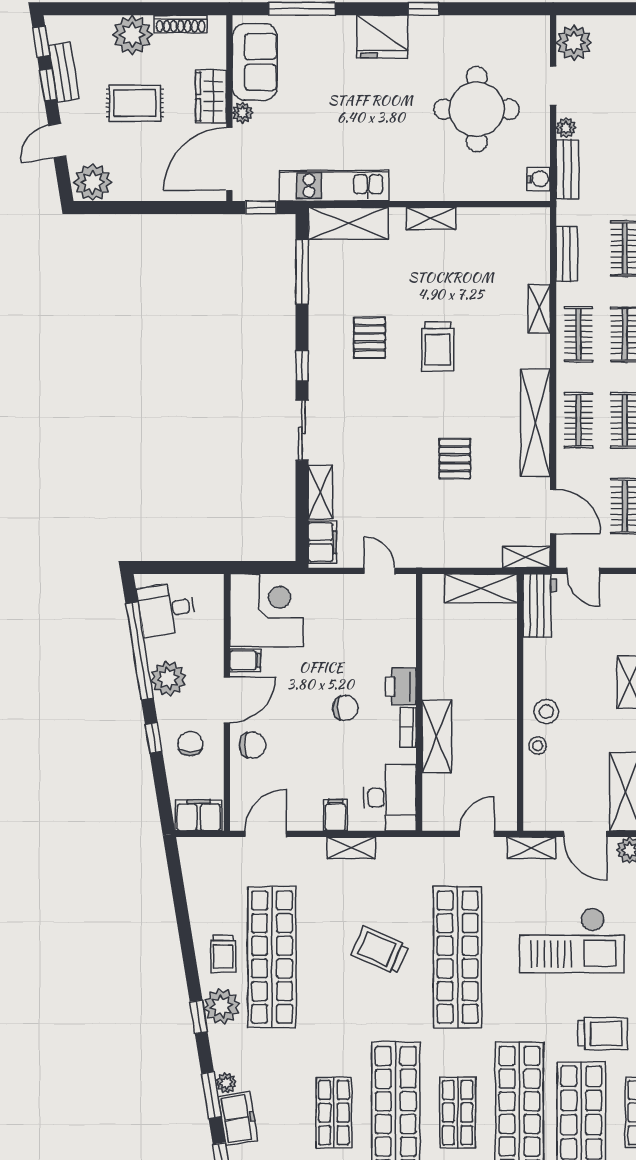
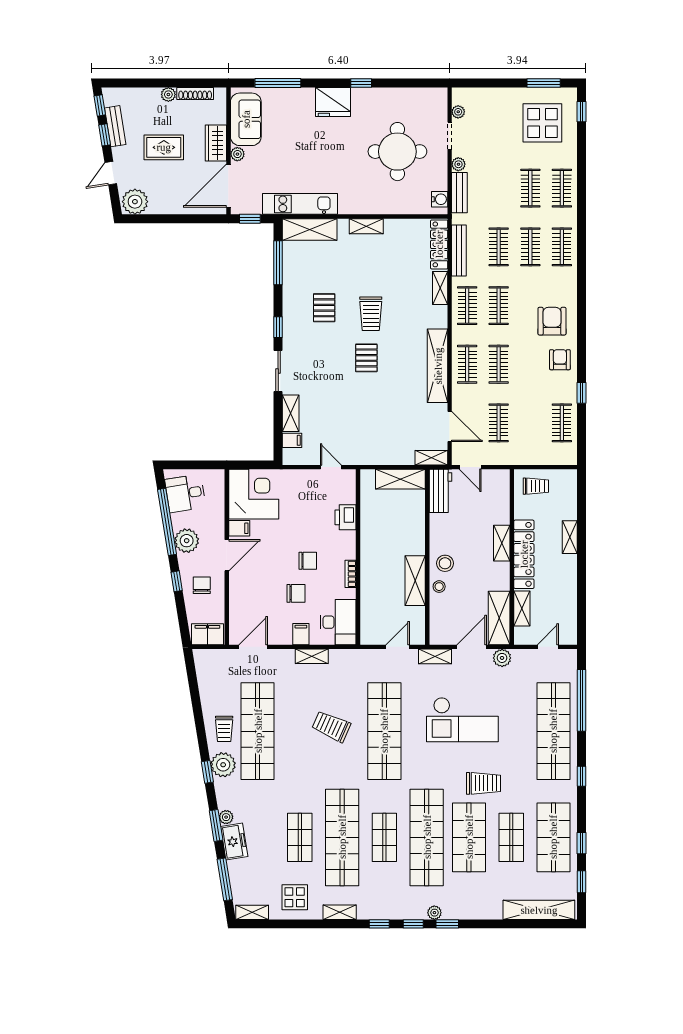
plant: (132, 35) -> (168, 94), width x0.53, depth x0.53
plant: (574, 43) -> (458, 112), width x0.53, depth x0.53
locker: (538, 245) -> (439, 244), added
bench: (567, 254) -> (459, 250), width x1.36
pallet: (455, 459) -> (366, 358), moved
filing cabinet: (322, 542) -> (292, 440), width x0.50
printer: (401, 687) -> (346, 517), moved
shelving: (437, 737) -> (415, 581), moved
chair: (253, 745) -> (296, 593), moved
door: (585, 834) -> (472, 647), swing flipped

